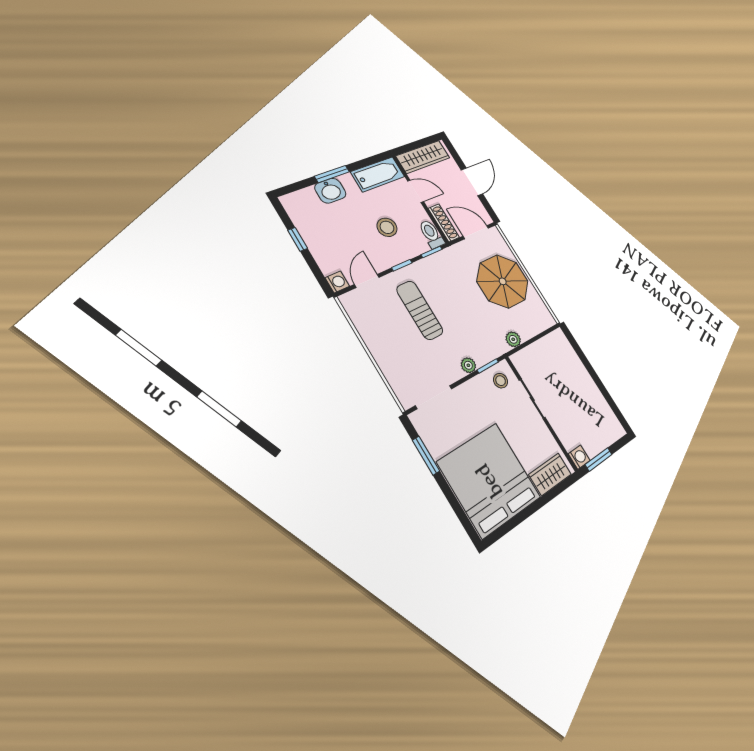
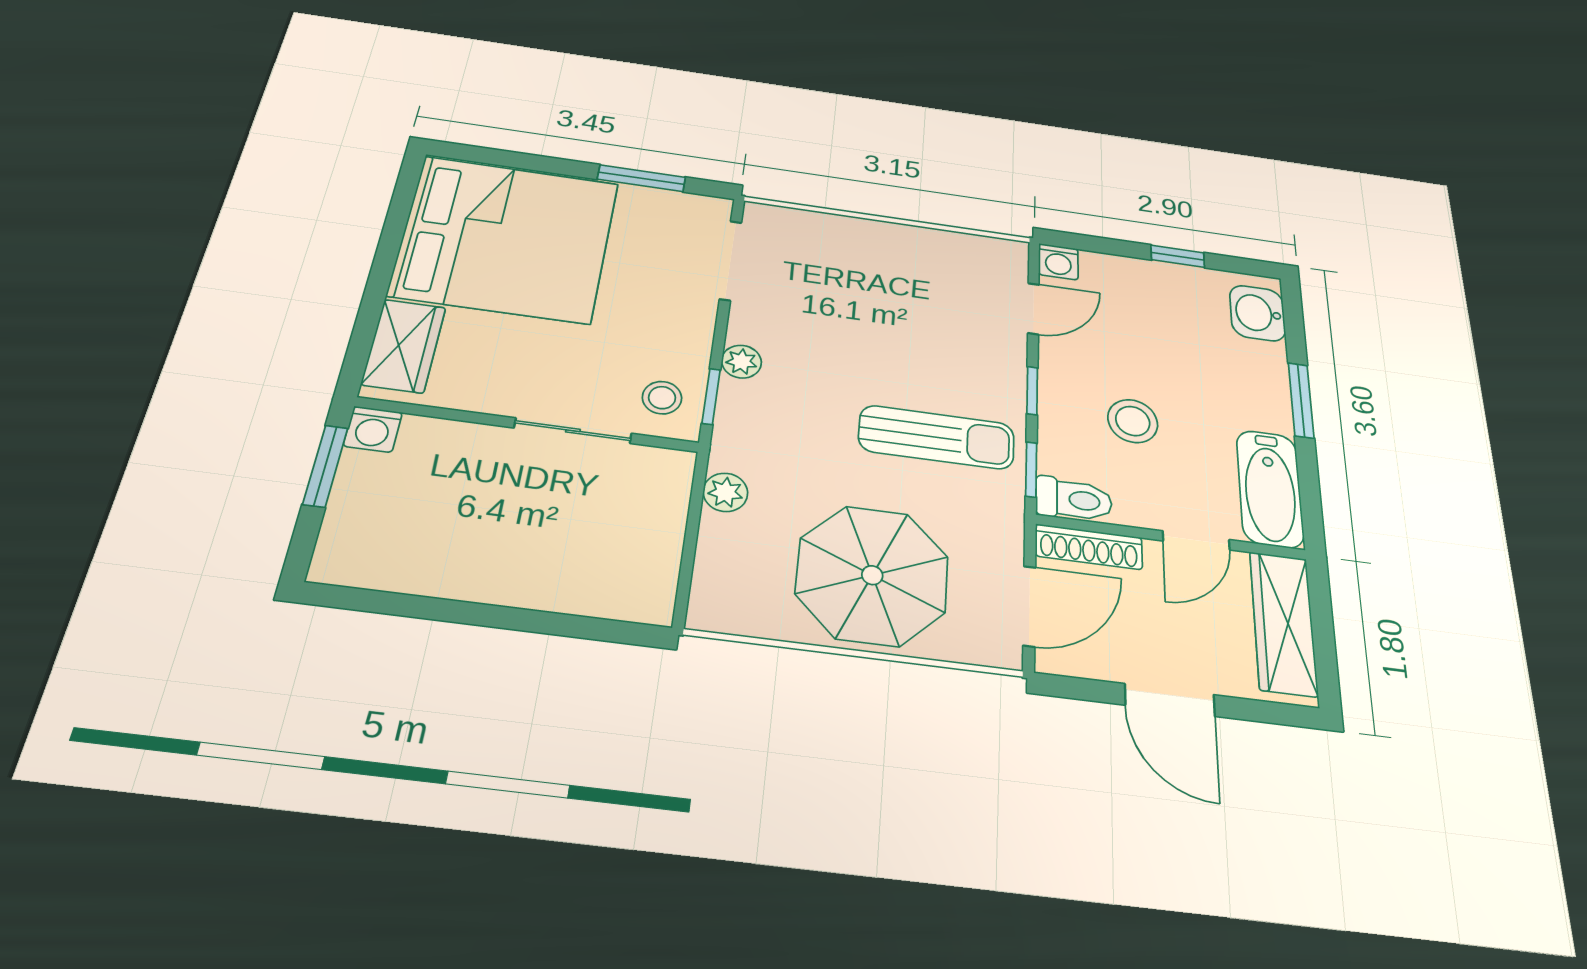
washbasin: (330, 191) -> (1258, 313), moved
door: (367, 281) -> (1033, 309), hinge flipped
sun lounger: (420, 310) -> (937, 437), moved

